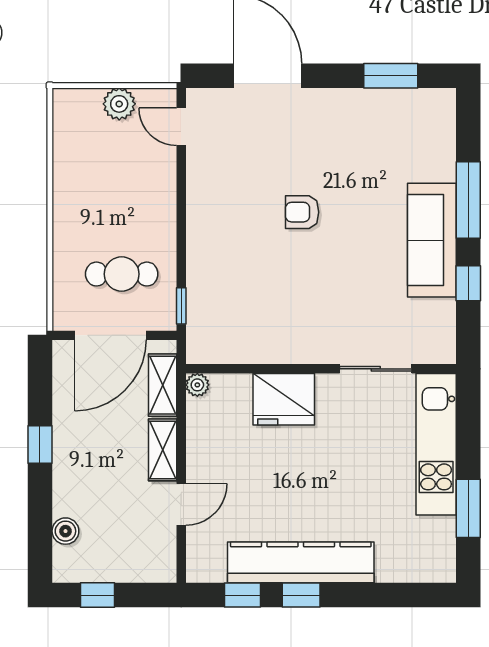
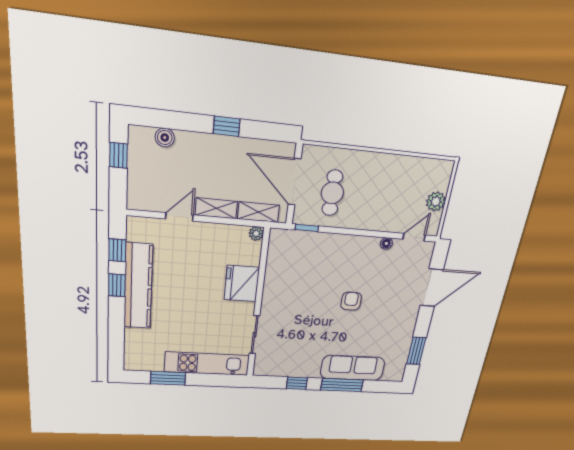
floor lamp: (196, 171) -> (386, 243), added
sofa: (432, 240) -> (353, 368), moved
door: (181, 504) -> (179, 217), swing flipped

